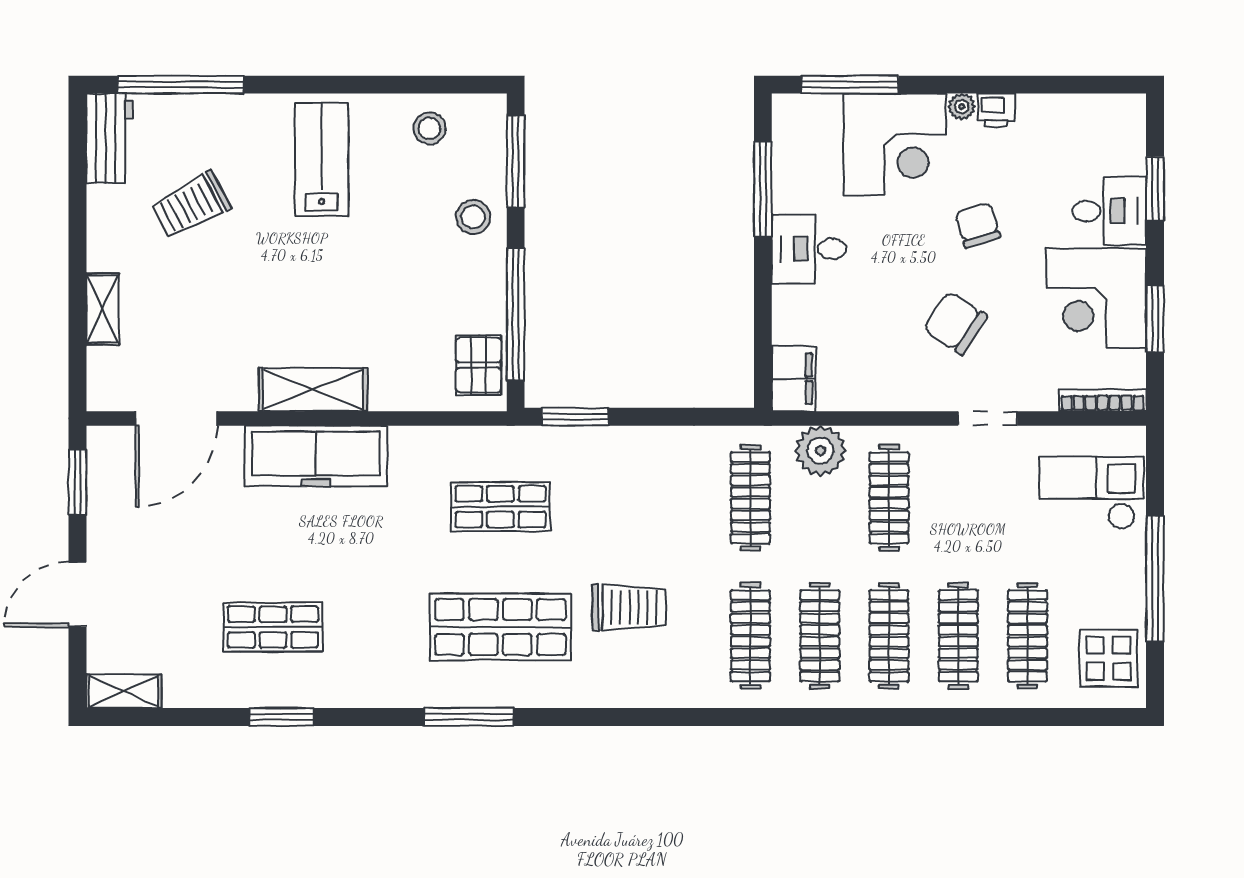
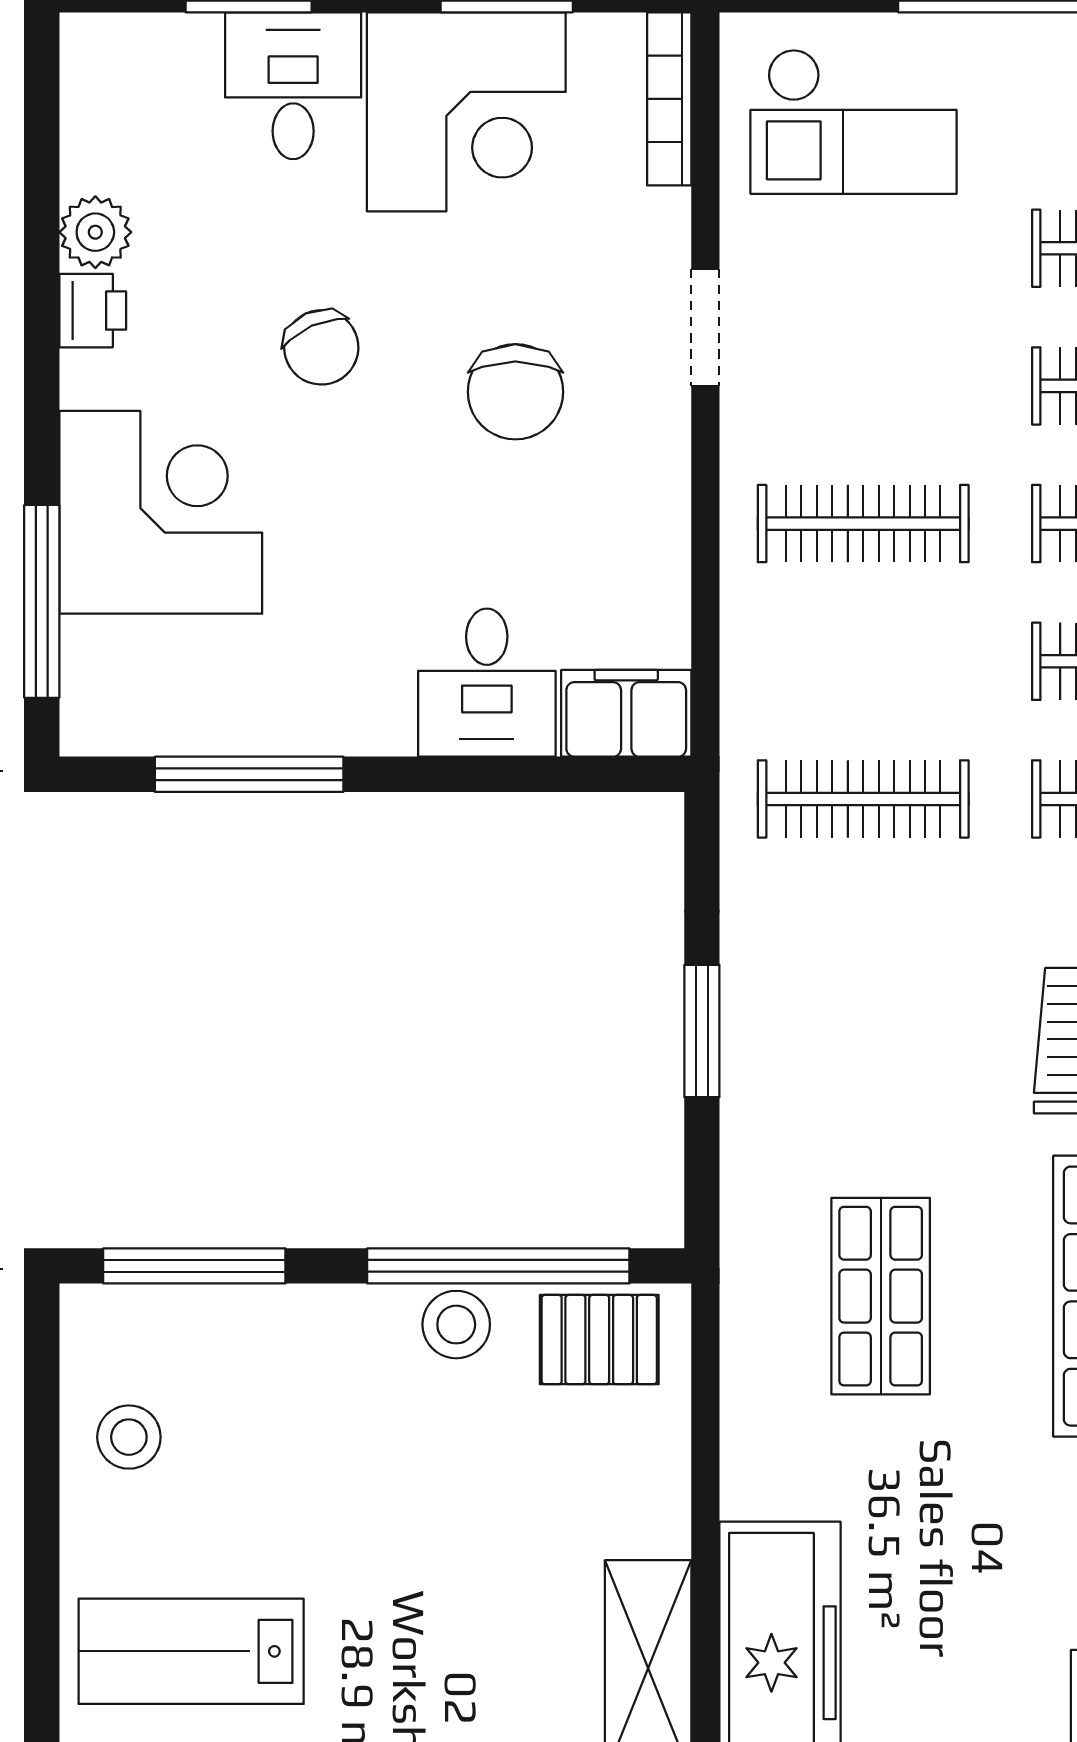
plant: (962, 107) -> (95, 232), moved, width x1.38, depth x1.38
stool: (473, 217) -> (456, 1325), moved
chair: (978, 225) -> (321, 347), turned -97
desk: (809, 249) -> (487, 683), moved
chair: (955, 323) -> (515, 392), turned -33
window: (575, 417) -> (702, 1031), moved
plant: (820, 451) -> (769, 660), removed
checkout: (1091, 493) -> (853, 121), turned -90

